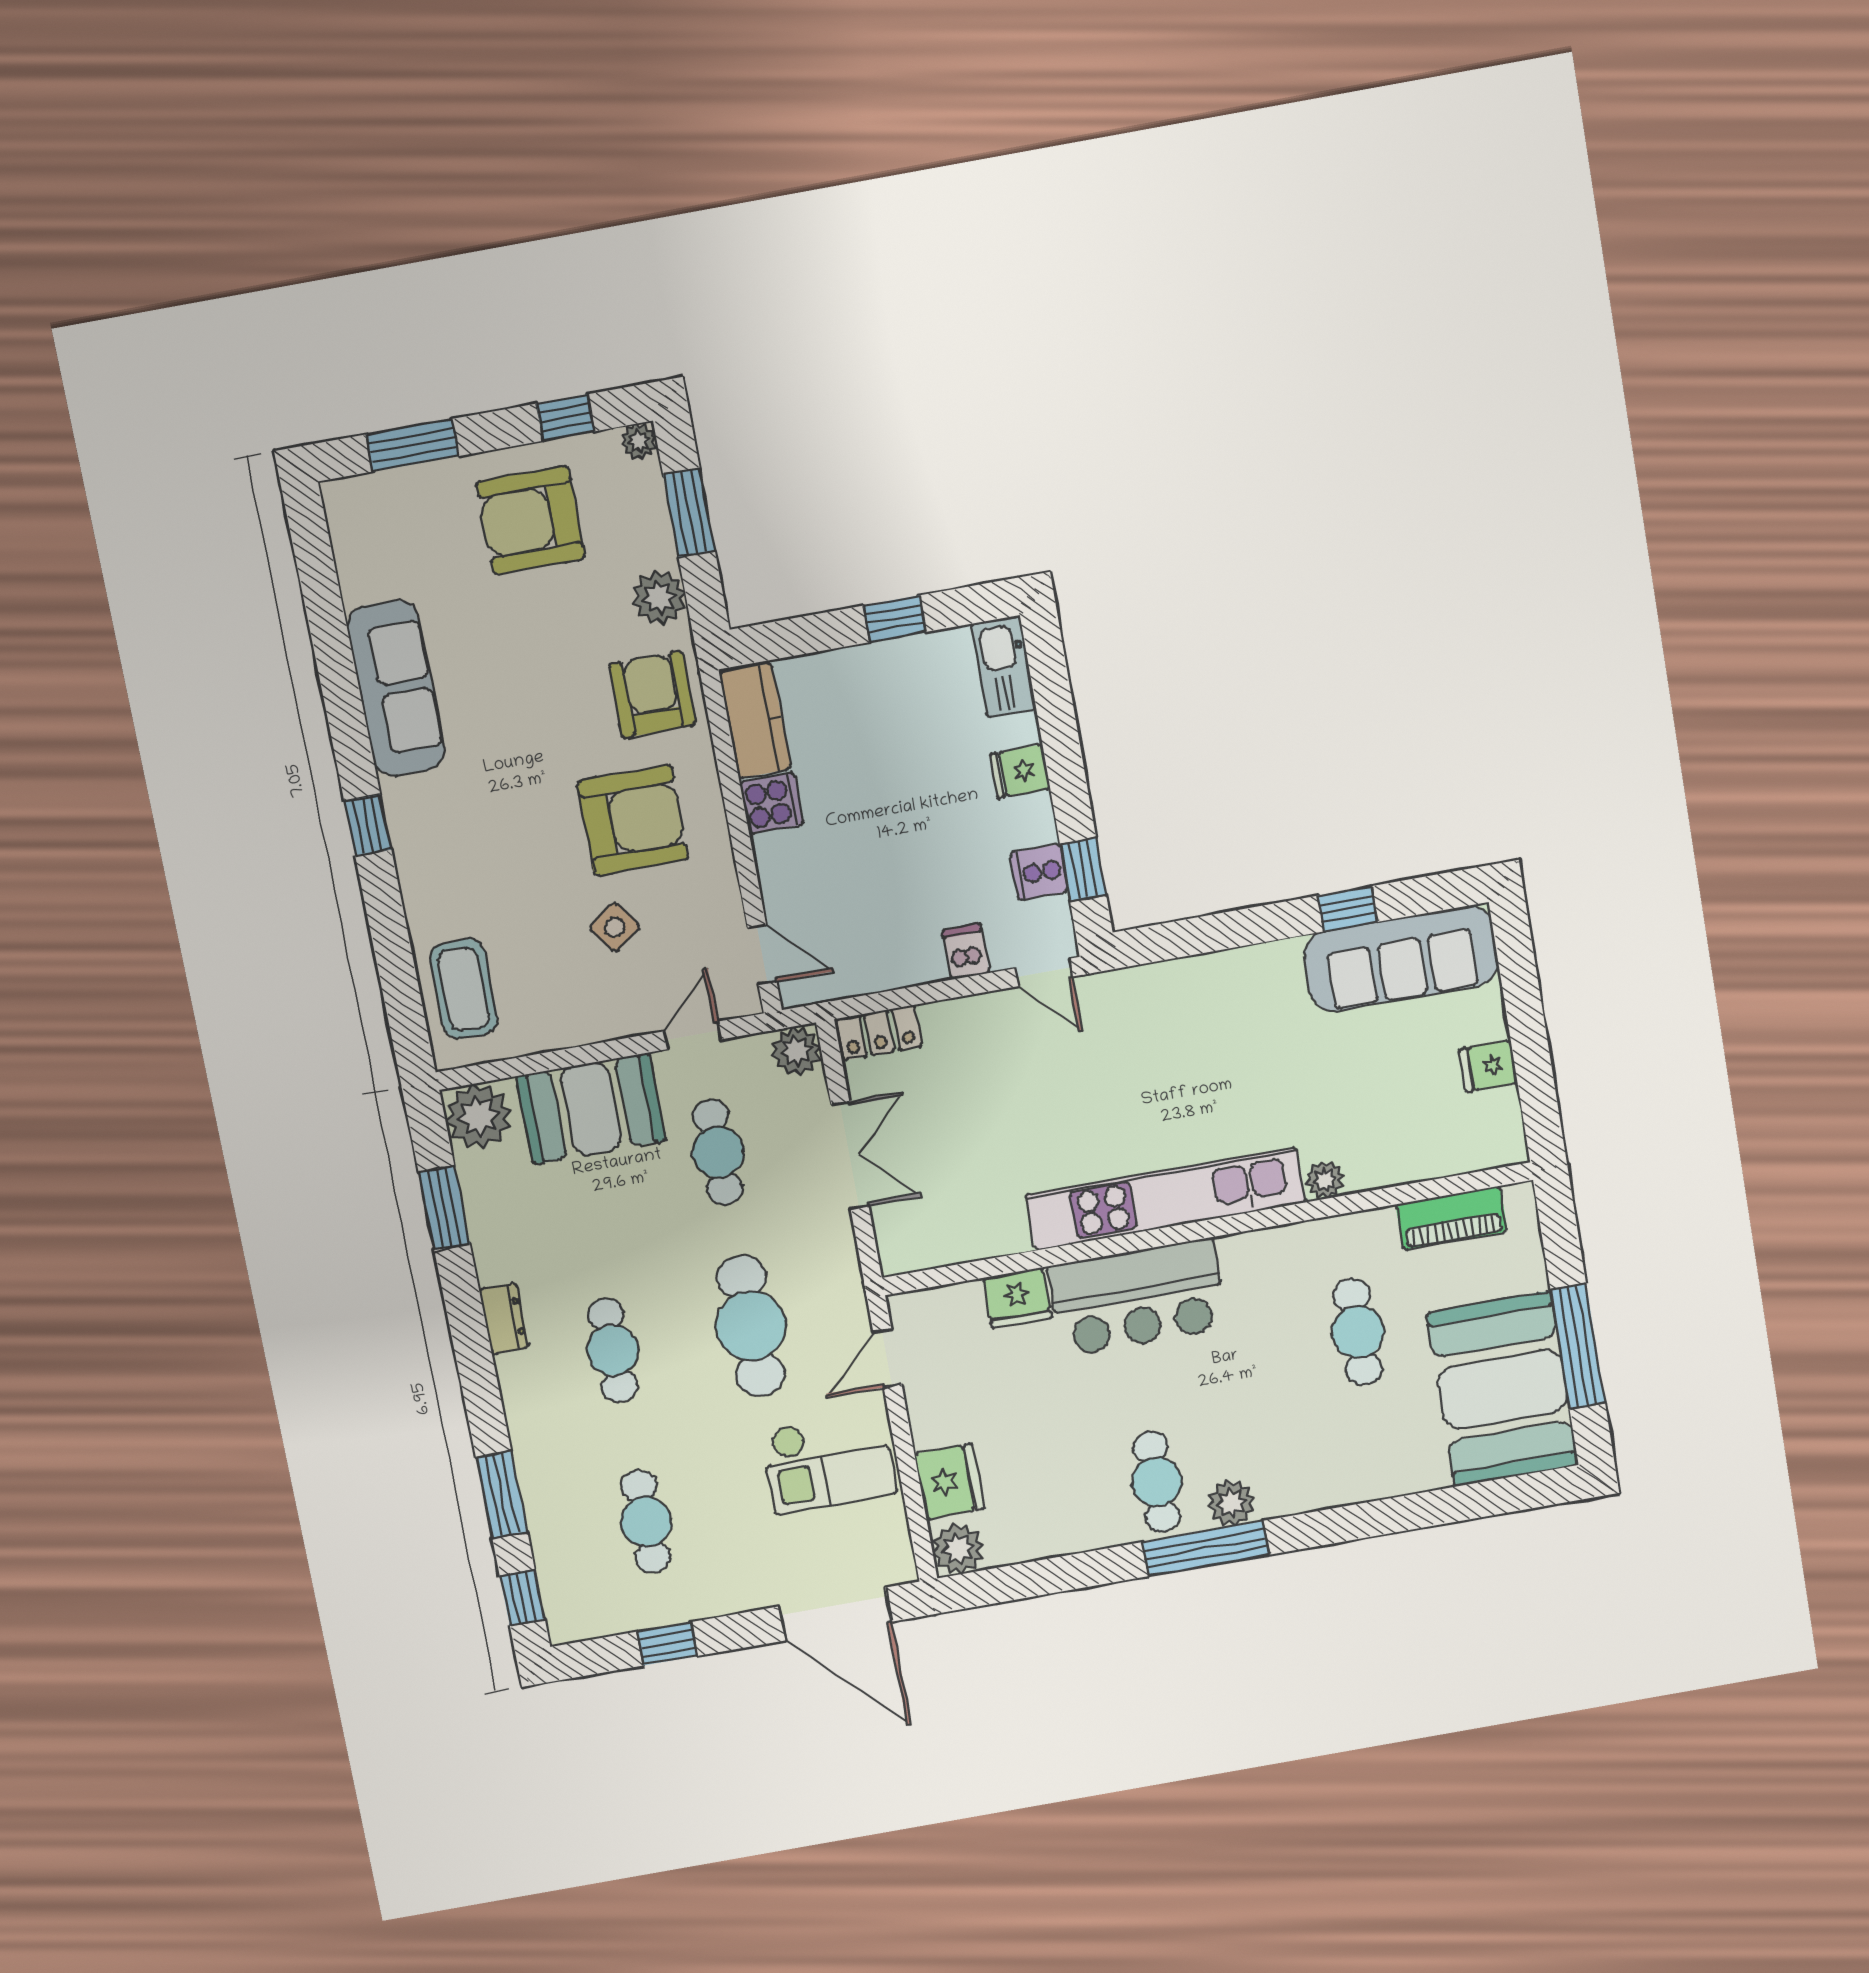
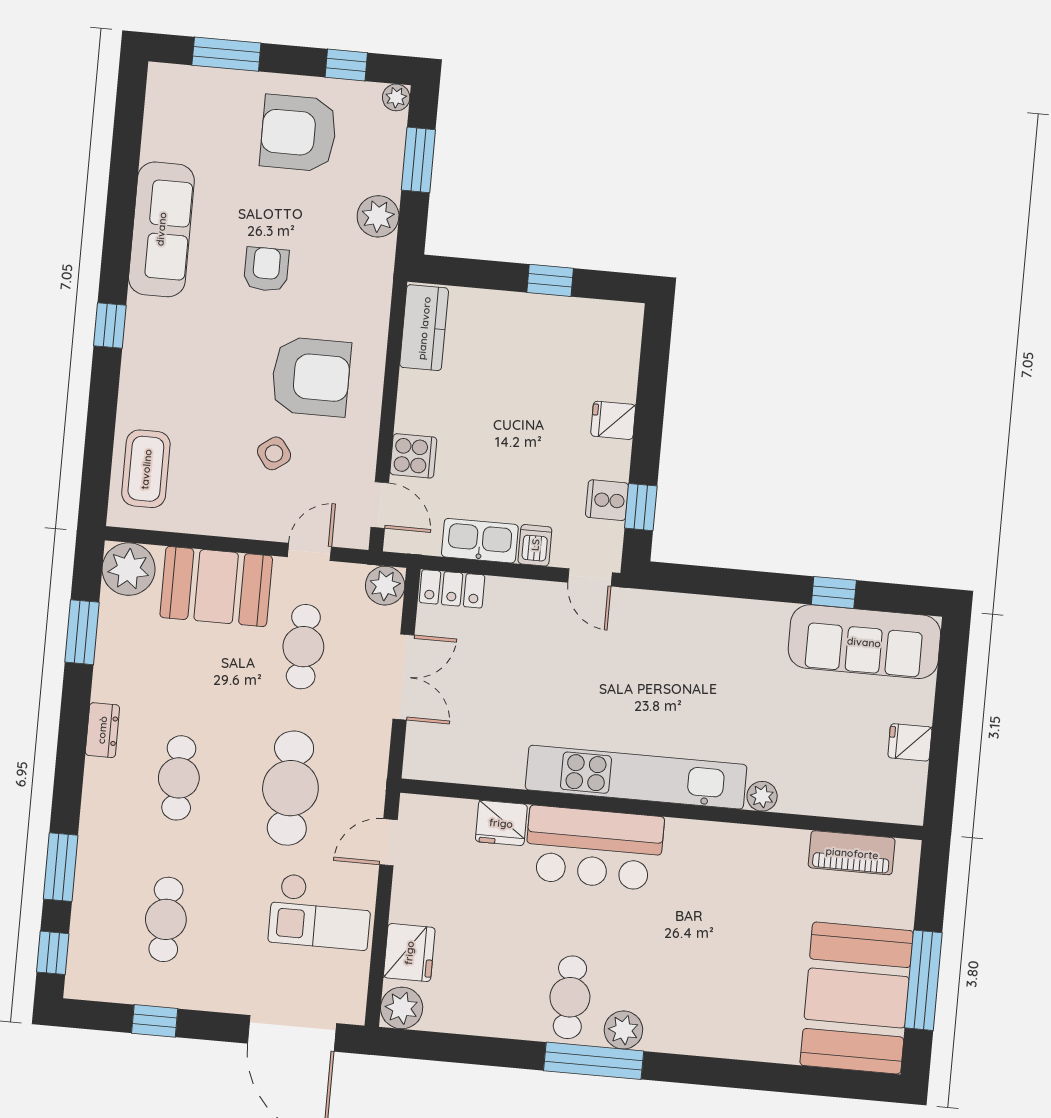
kitchen sink: (1004, 667) -> (480, 541), moved, turned 90
armchair: (652, 694) -> (266, 269), moved, width x0.72, depth x0.72
cooker: (772, 803) -> (413, 456), moved
cafe table: (1358, 1332) -> (756, 922), removed

